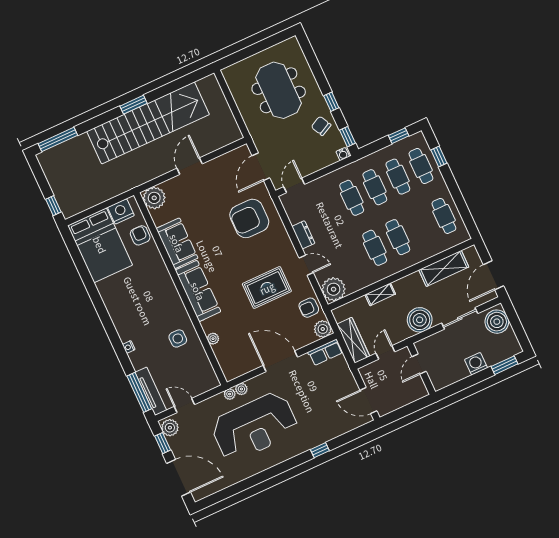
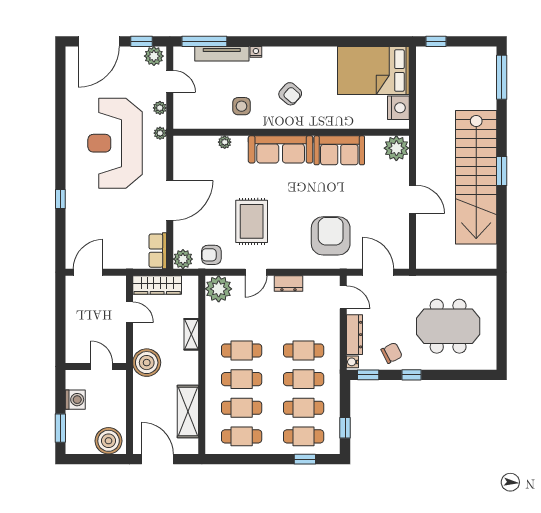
dresser: (320, 163) -> (355, 335), added
cafe table: (421, 227) -> (242, 408), added
armchair: (140, 235) -> (290, 94), moved, turned 40
armchair: (309, 308) -> (211, 255), turned -90
sliding door: (460, 318) -> (129, 404), removed
door: (419, 364) -> (102, 366), moved
wall: (421, 369) -> (96, 366), moved
plant: (241, 389) -> (160, 108), moved
tv unit: (151, 391) -> (222, 54), moved
door: (184, 405) -> (170, 81), hinge flipped

